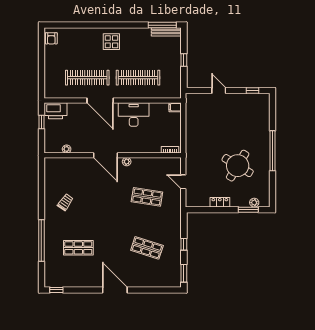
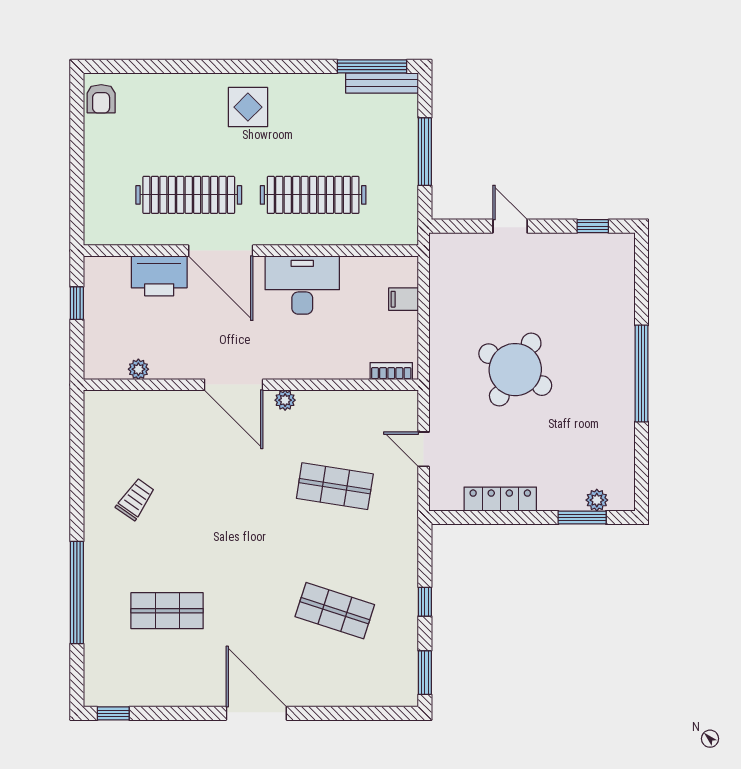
window: (184, 60) -> (425, 152), width x2.17
filing cabinet: (175, 107) -> (404, 299), moved
printer: (55, 111) -> (159, 276), moved
round table: (238, 166) -> (515, 370), moved
locker: (220, 202) -> (500, 499), width x1.53

